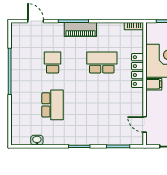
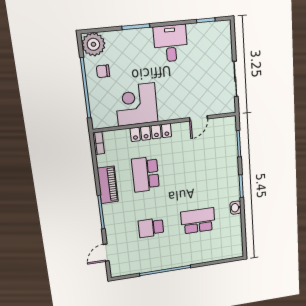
piano: (80, 30) -> (108, 185), moved
filing cabinet: (154, 84) -> (165, 112), removed
door: (145, 124) -> (199, 118), moved
washbasin: (37, 140) -> (236, 208), moved

